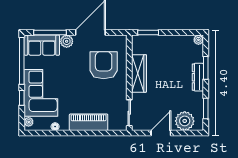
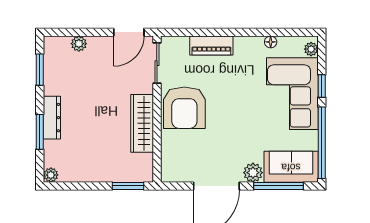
armchair: (104, 65) -> (184, 108), moved
plant: (185, 121) -> (79, 44), width x0.53, depth x0.53
piano: (89, 122) -> (211, 45), width x0.73, depth x0.75
door: (161, 133) -> (129, 32), moved

